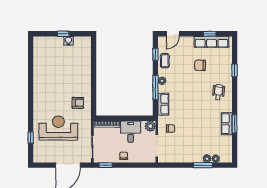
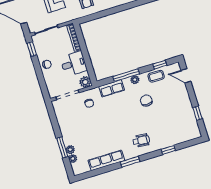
row of seats: (212, 42) -> (190, 118), removed
chair: (200, 65) -> (146, 101), moved
row of seats: (227, 124) -> (106, 160), width x1.48
window: (235, 124) -> (130, 162), moved

